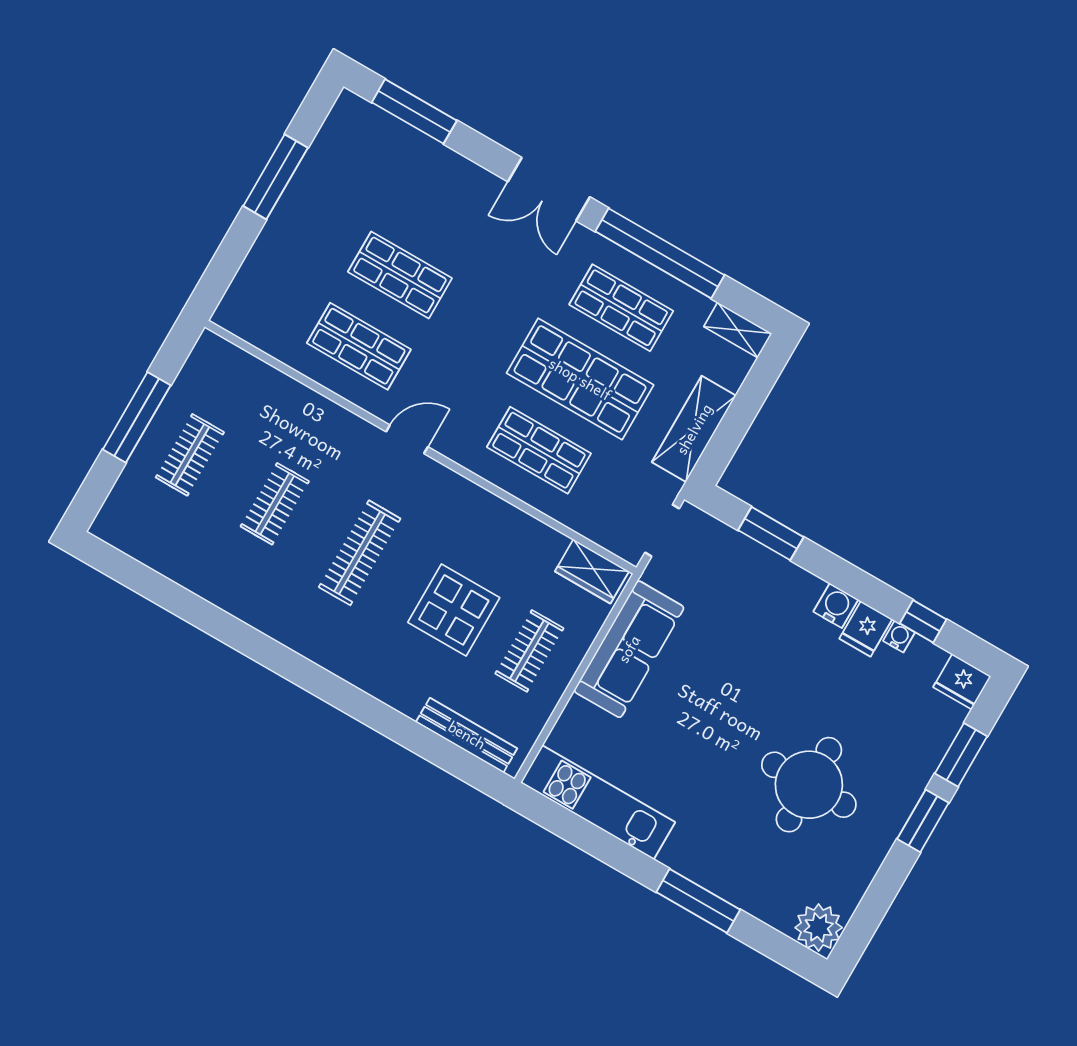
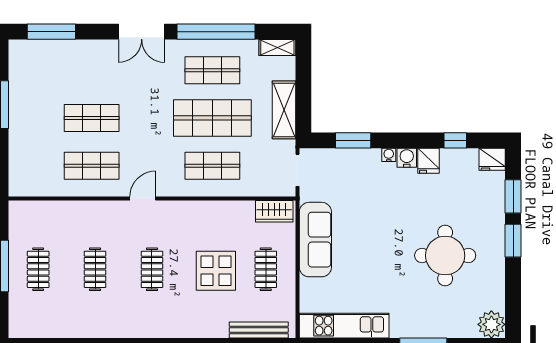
clothes rail: (360, 553) -> (152, 269), width x0.73
water cooler: (899, 637) -> (389, 155), moved

